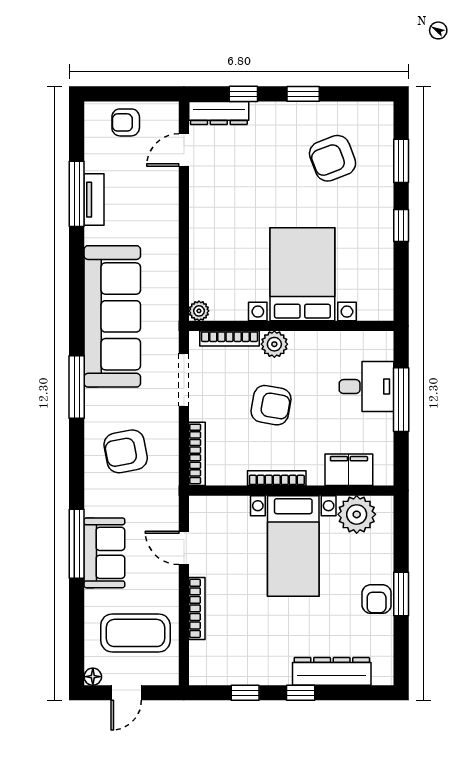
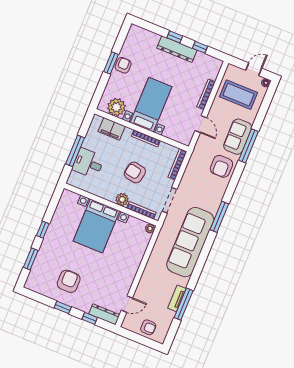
armchair: (333, 158) -> (69, 281), moved, turned -69
armchair: (126, 451) -> (221, 166), moved, turned 101
dresser: (332, 671) -> (177, 49), moved

